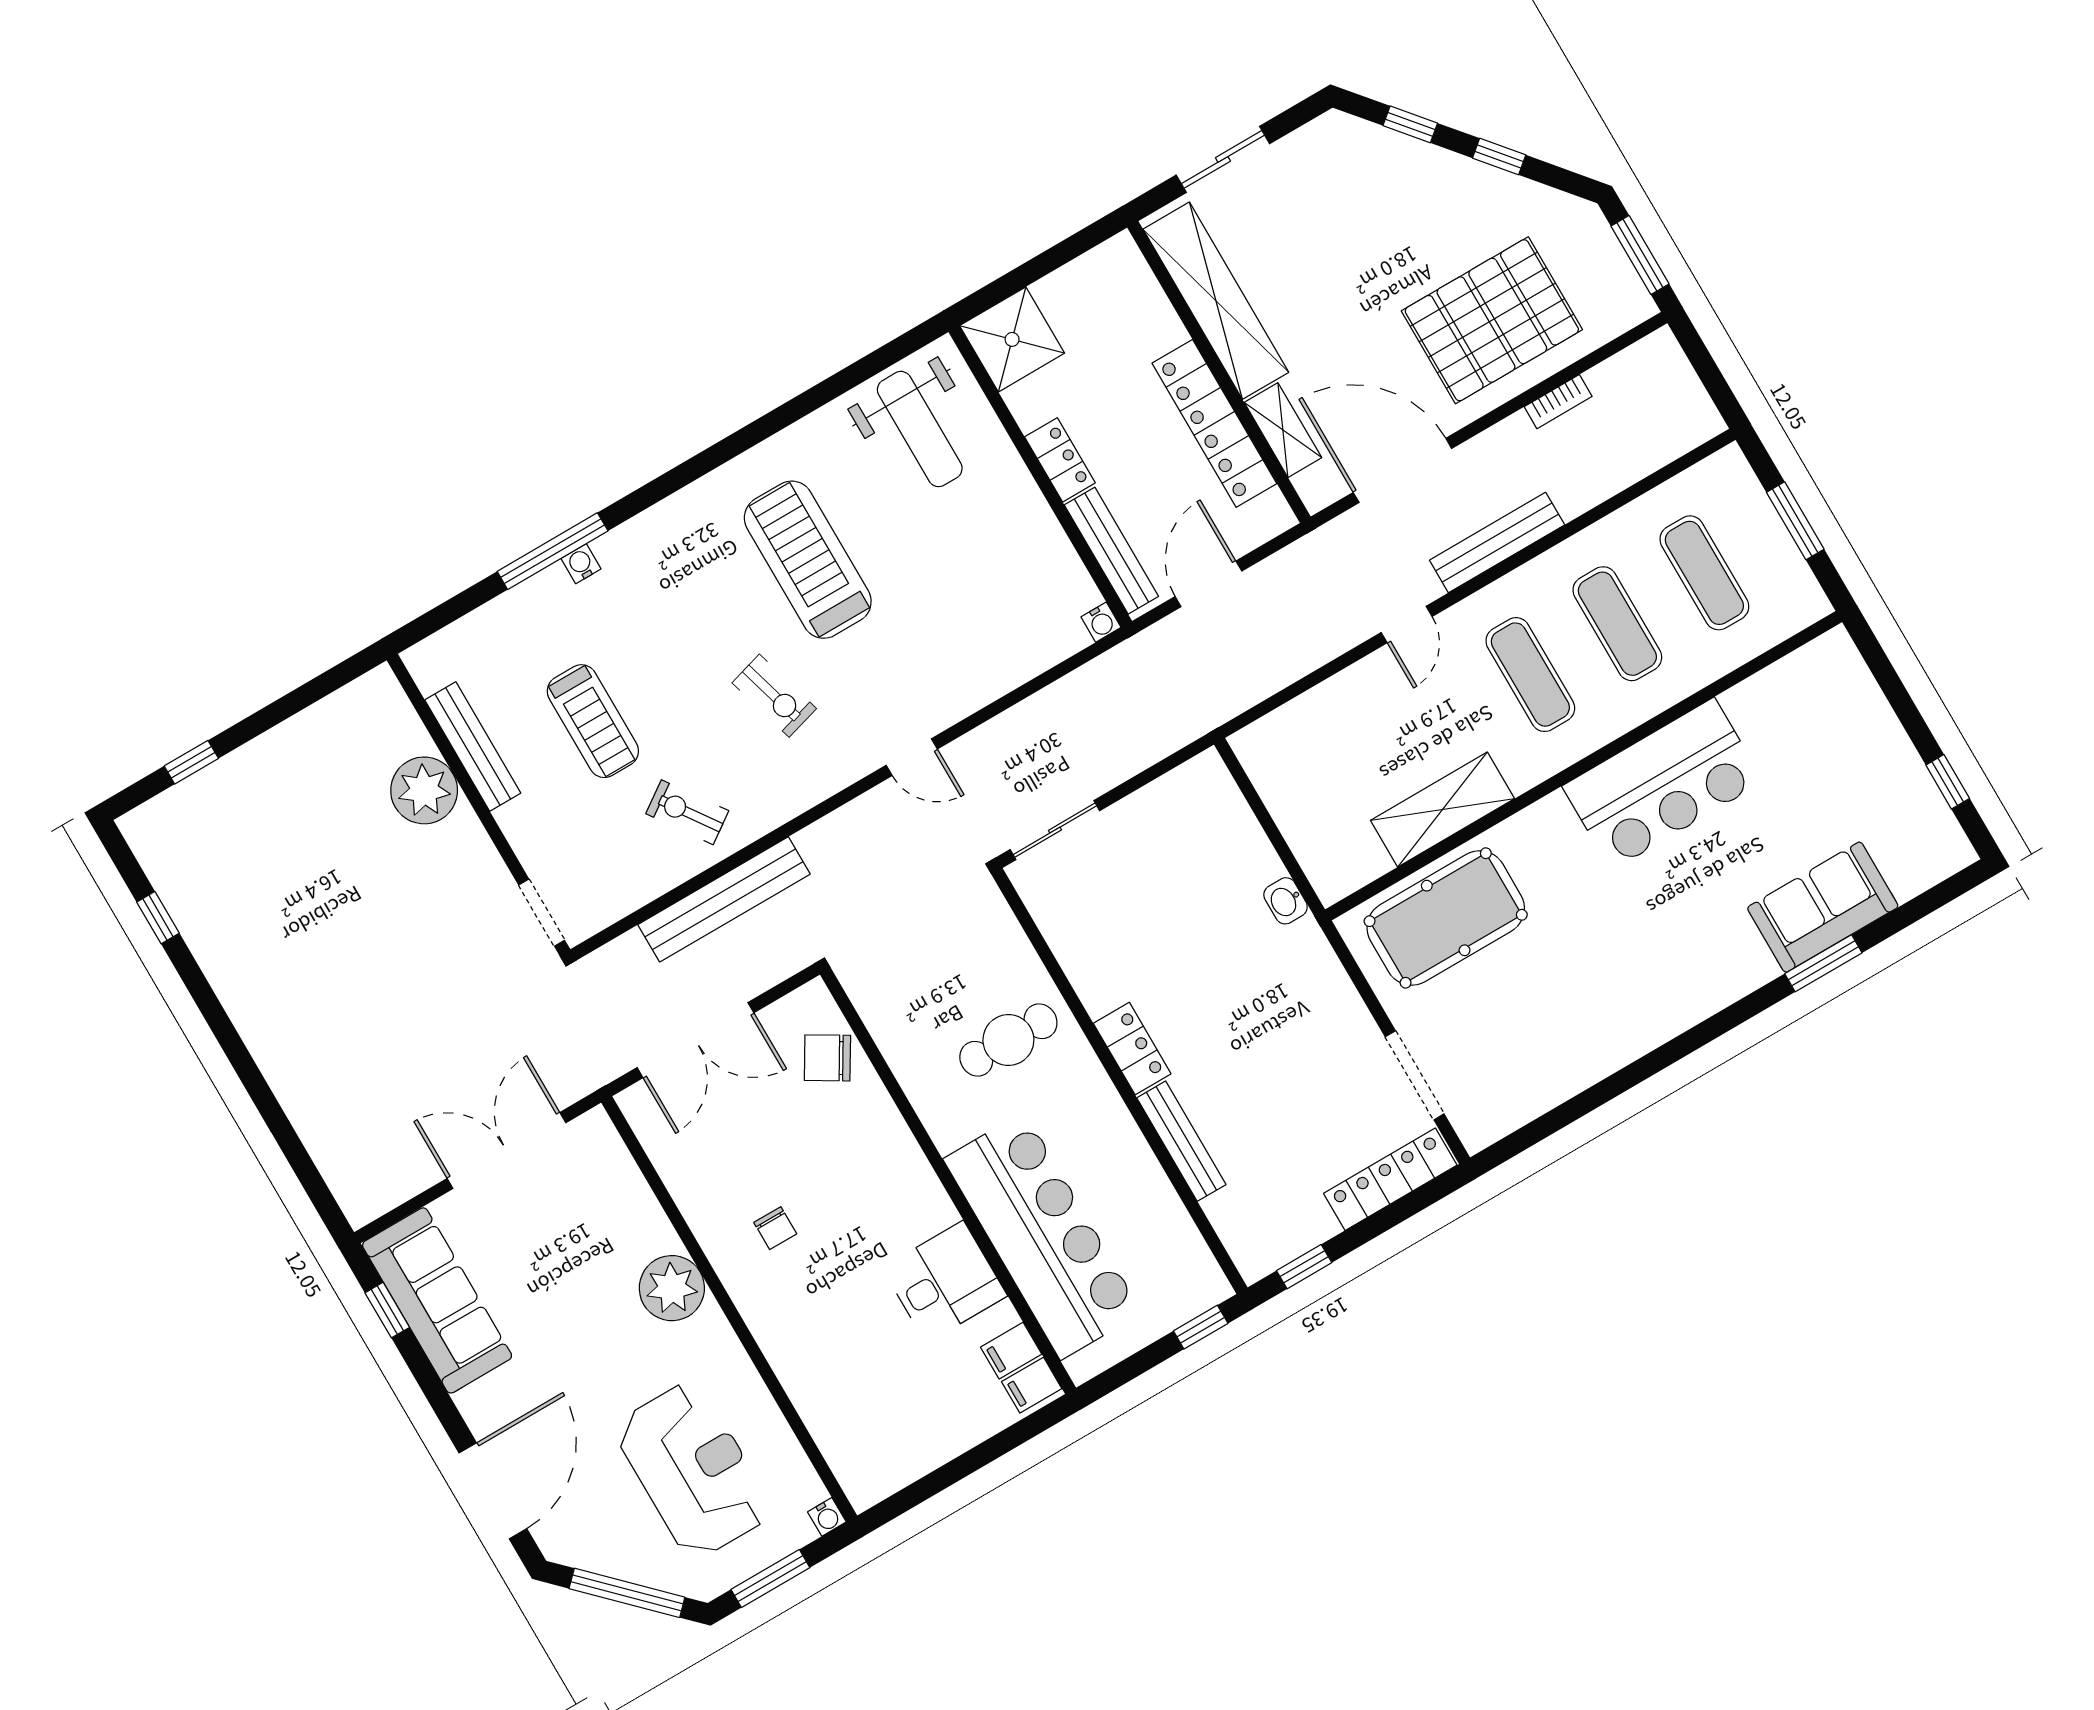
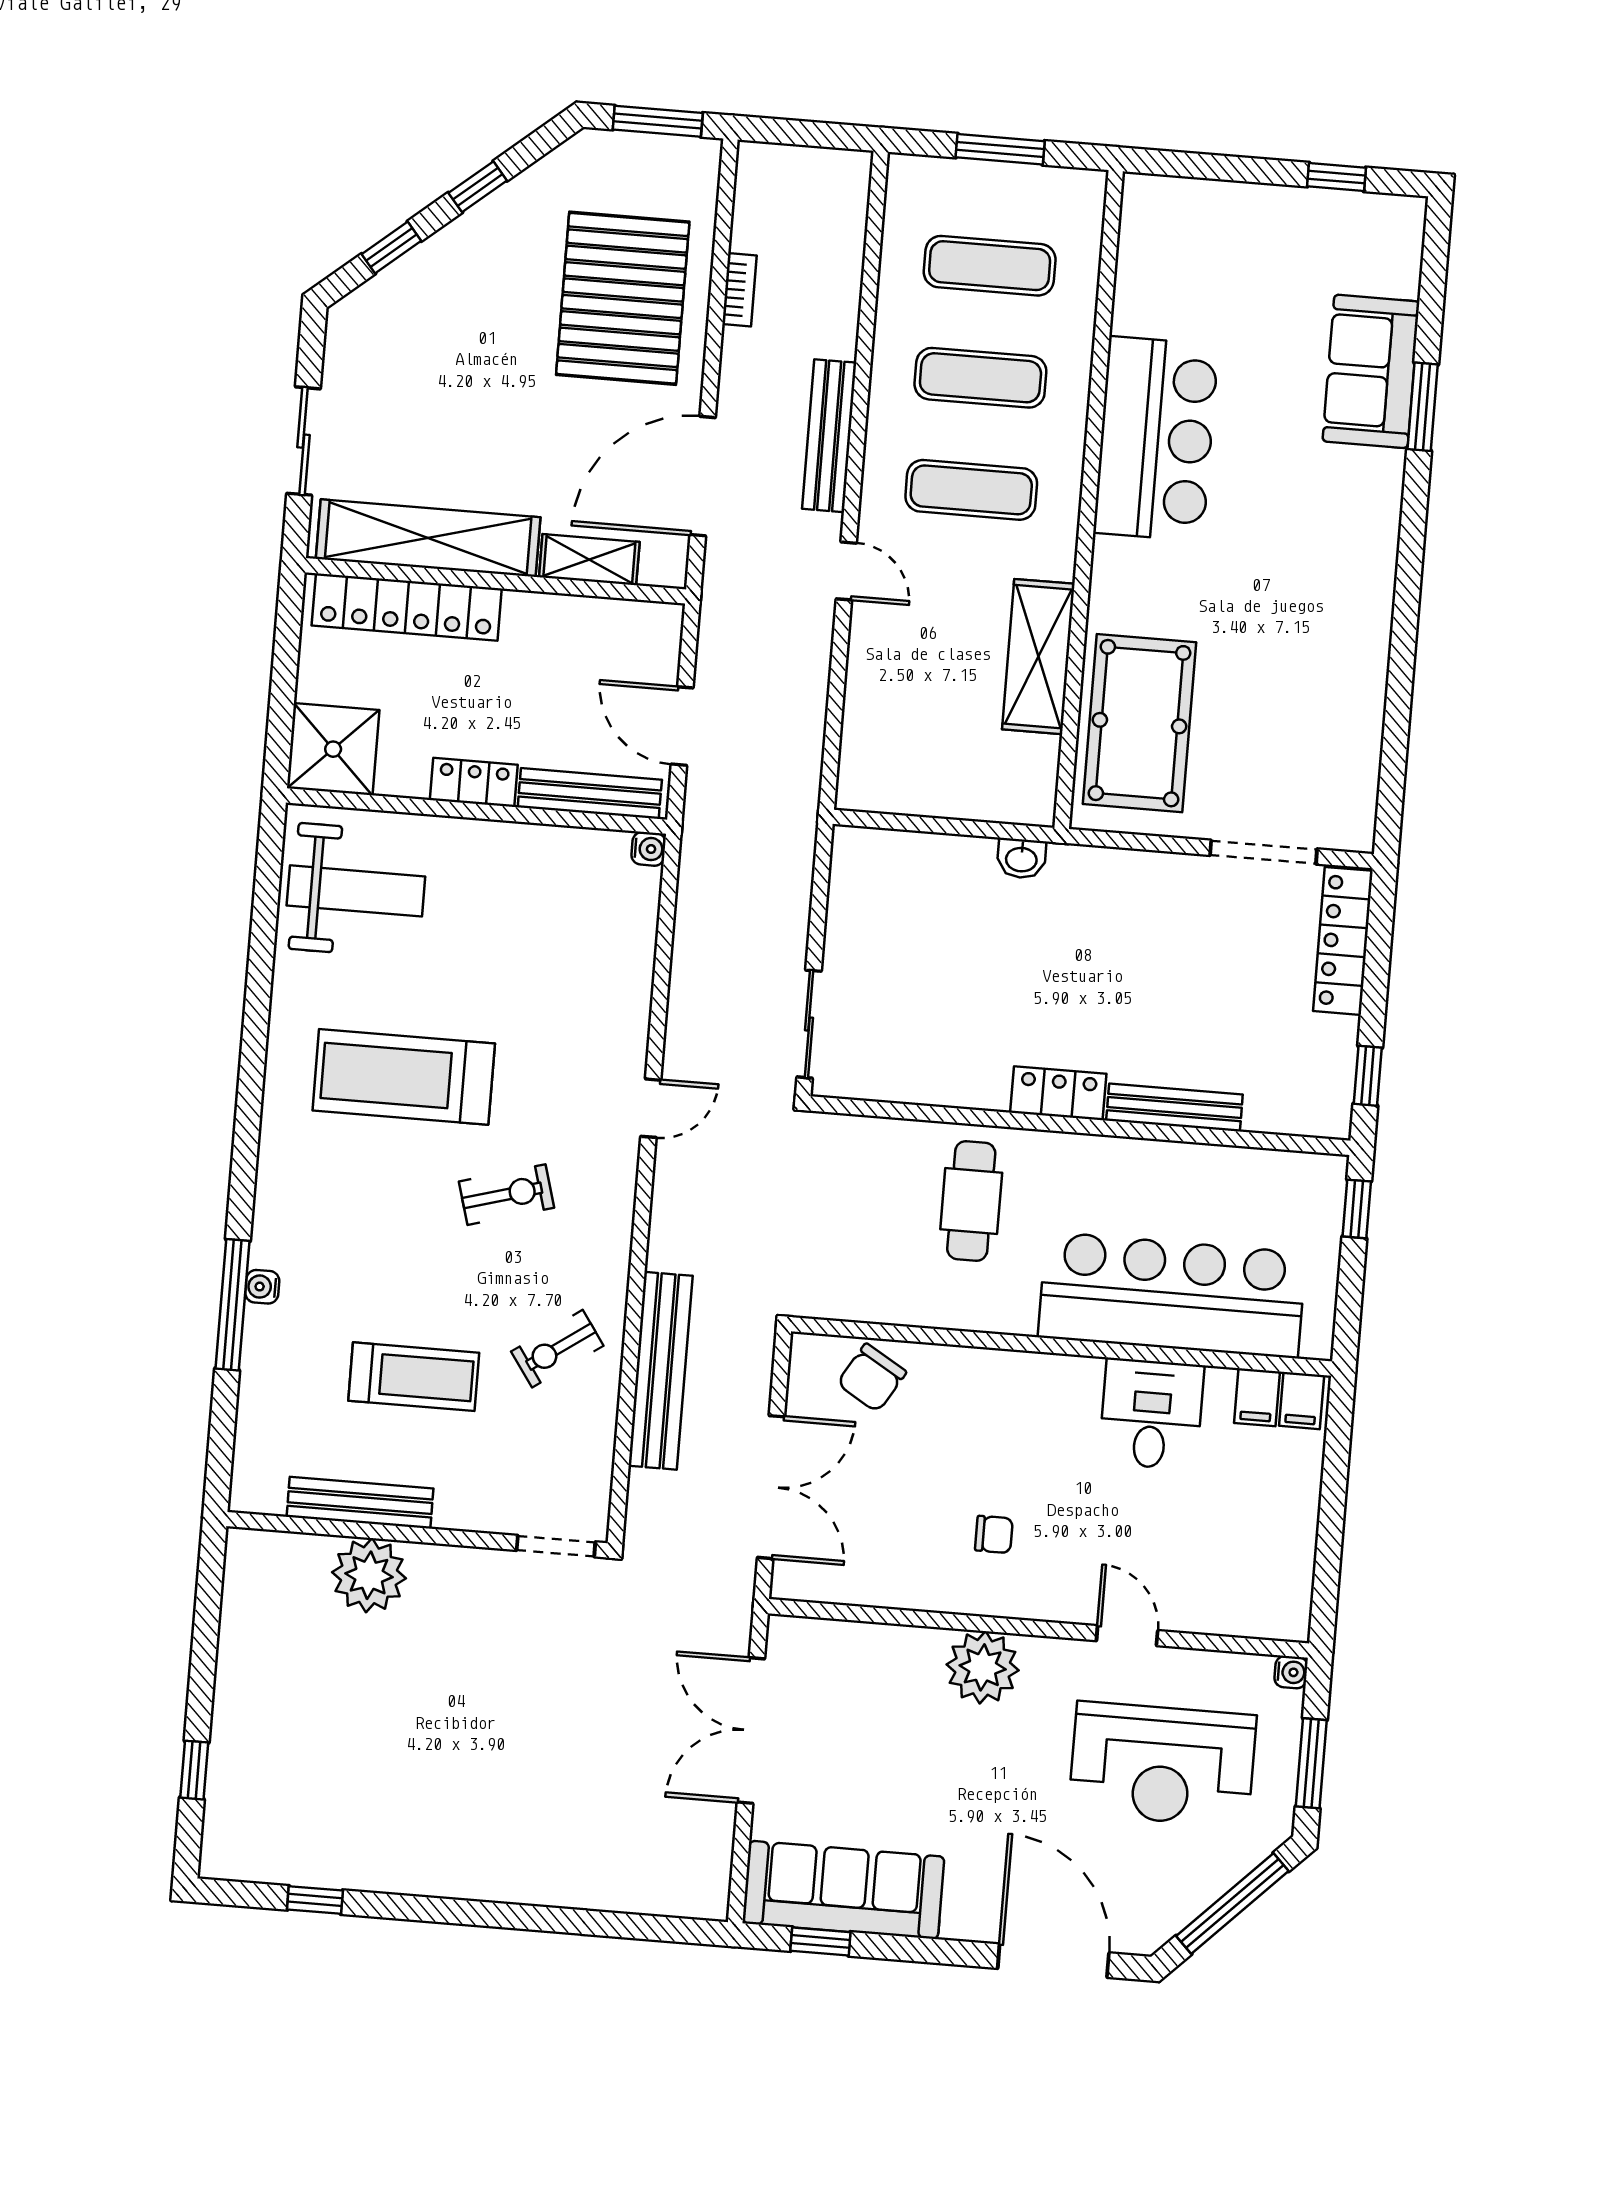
locker: (1214, 423) -> (407, 607), moved
door: (769, 1378) -> (1127, 1636), added
reception desk: (693, 1470) -> (1162, 1764), turned 180

